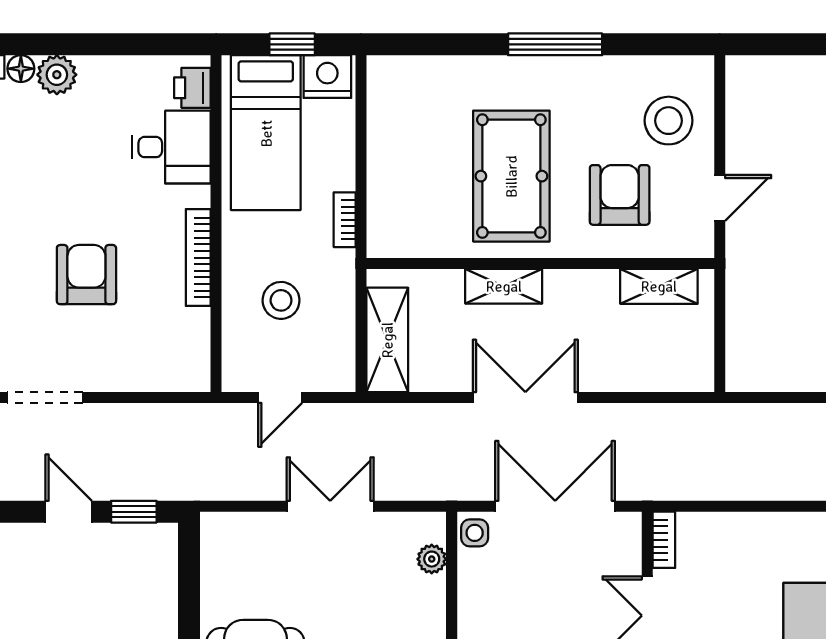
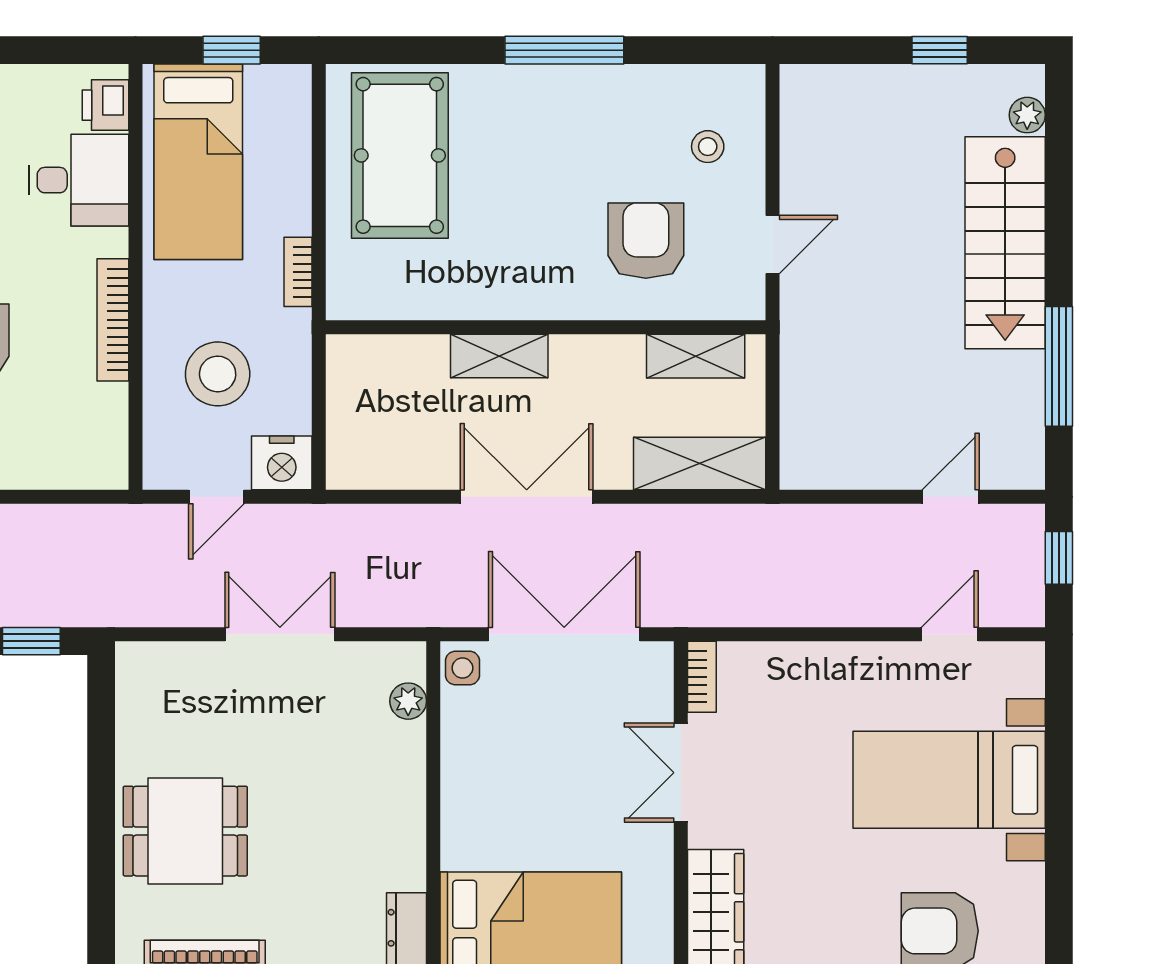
nightstand: (327, 77) -> (282, 463), moved, turned 180
stool: (669, 121) -> (708, 147), width x0.53, depth x0.53
pool table: (511, 176) -> (400, 155), moved
stool: (281, 300) -> (218, 374), width x1.38, depth x1.38
shelving: (387, 340) -> (700, 464), moved, turned 90

